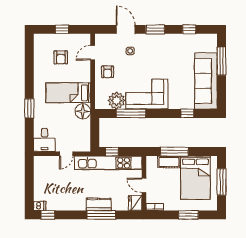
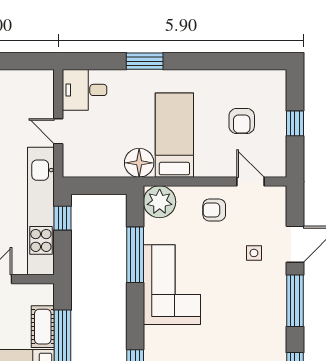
window: (155, 29) -> (295, 301), width x1.44
armchair: (61, 57) -> (242, 121), turned -90
plant: (117, 101) -> (160, 202), moved

